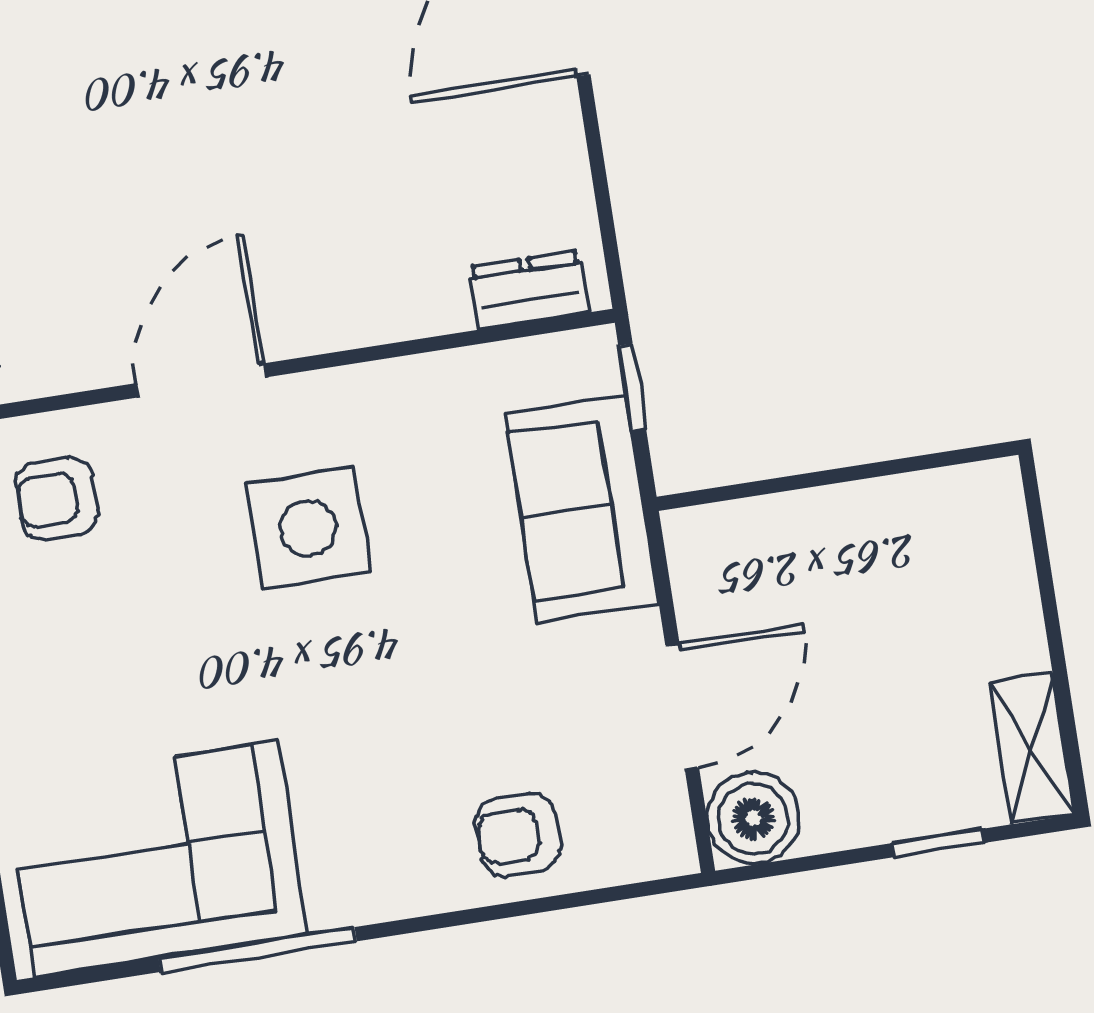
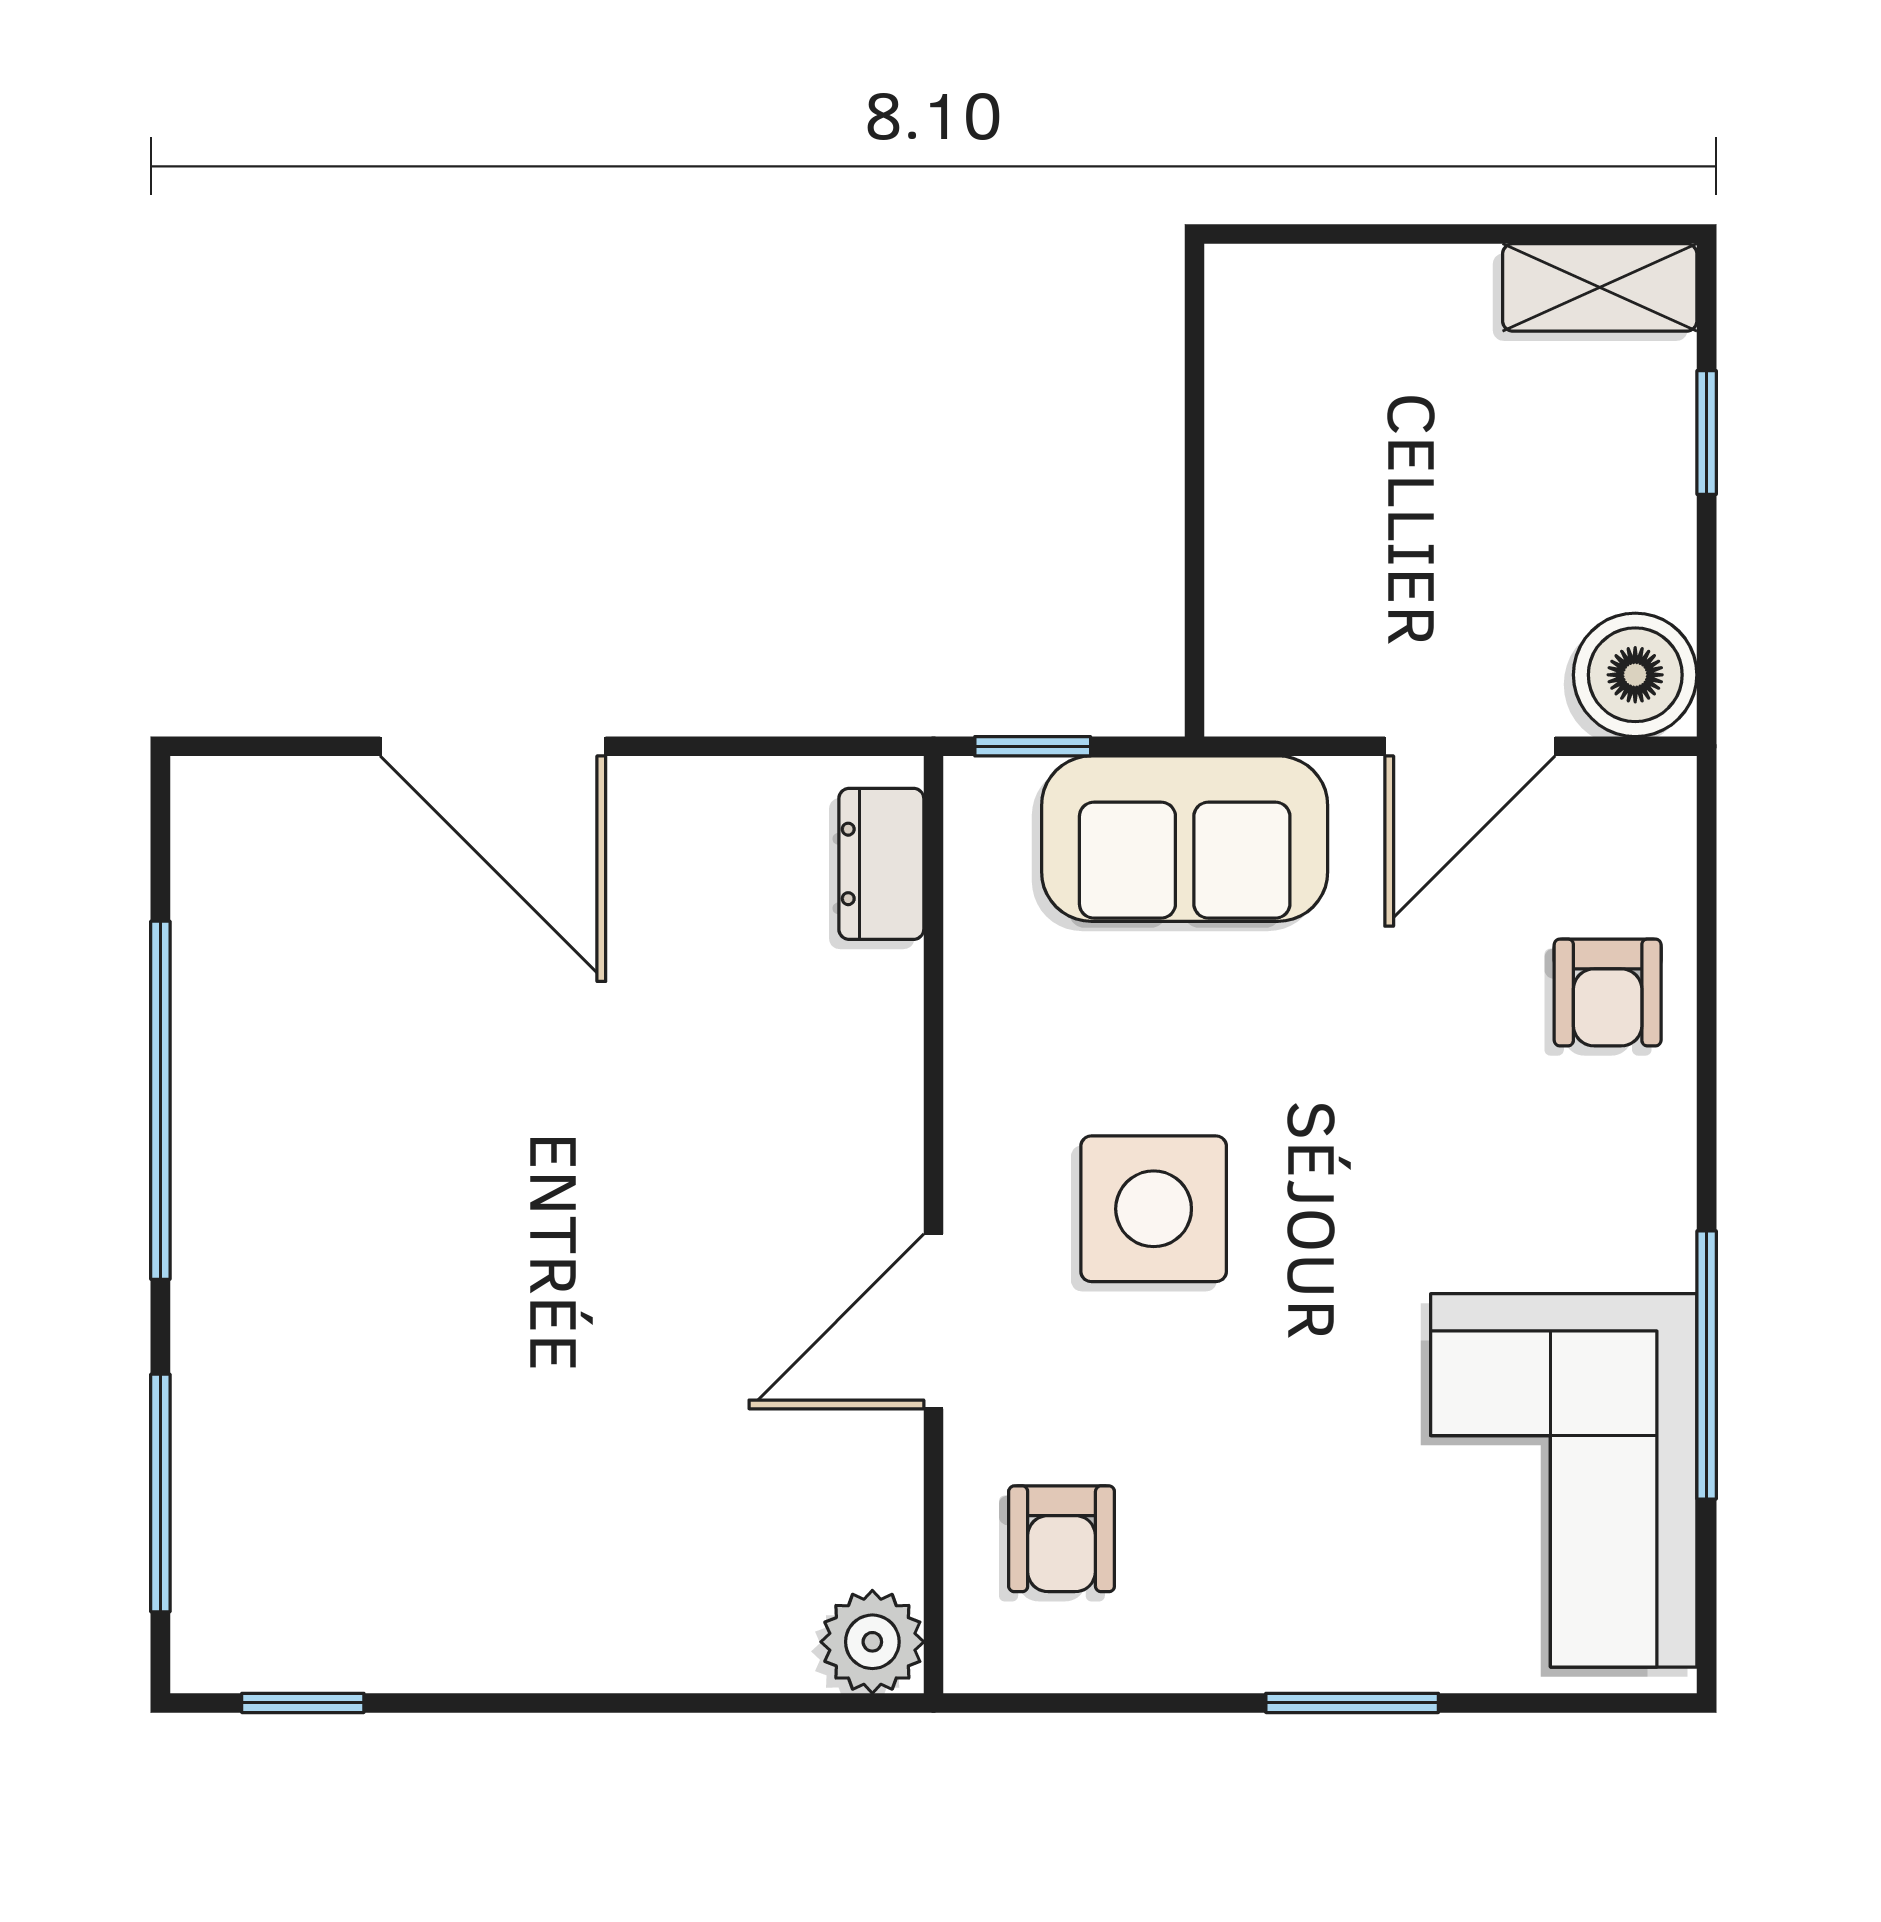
door: (201, 380) -> (934, 1321), hinge flipped
door: (682, 706) -> (1470, 746), swing flipped

